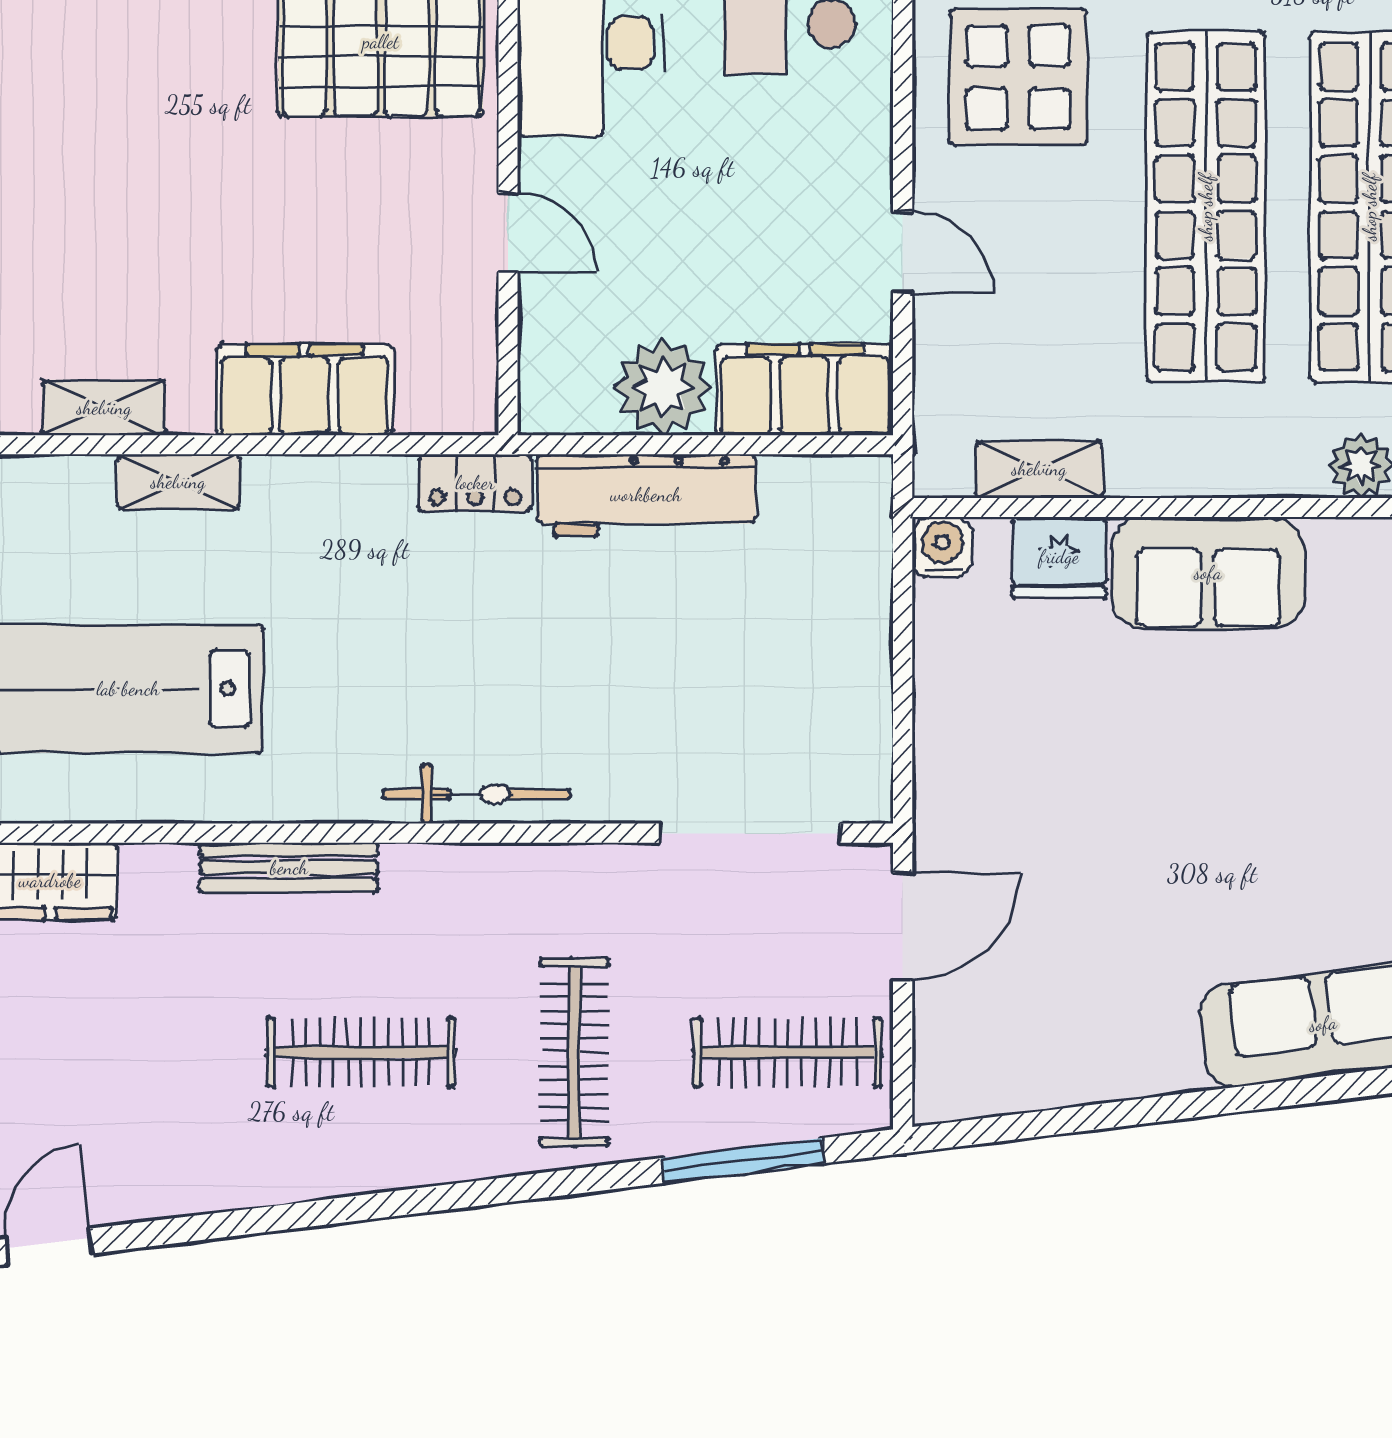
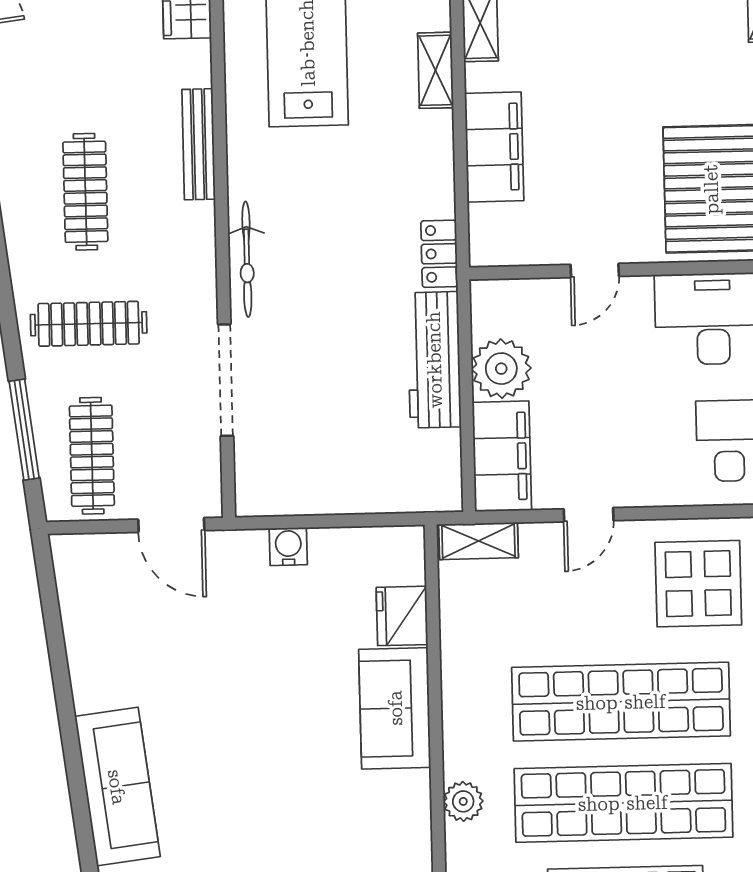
shelving: (1039, 469) -> (478, 541), moved, turned 90
water cooler: (942, 547) -> (288, 547), moved, turned -90
doorway: (750, 833) -> (226, 380), moved

